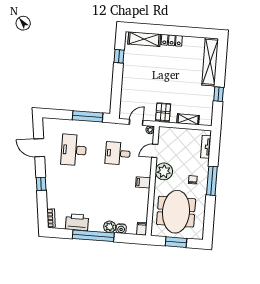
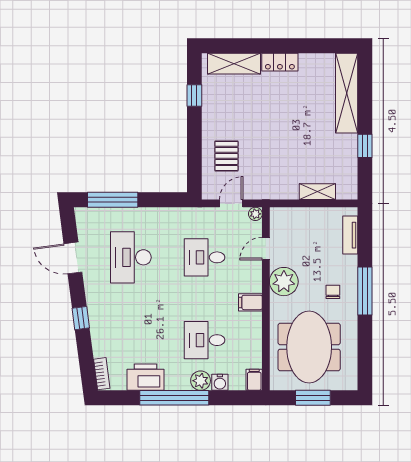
pallet: (163, 112) -> (226, 156), moved
window: (88, 116) -> (113, 200), moved
desk: (114, 203) -> (205, 340), added

